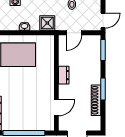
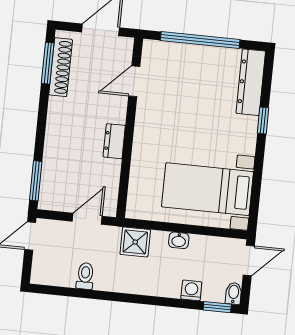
window: (103, 89) -> (48, 63), moved
shoe rack: (96, 100) -> (61, 67), moved

